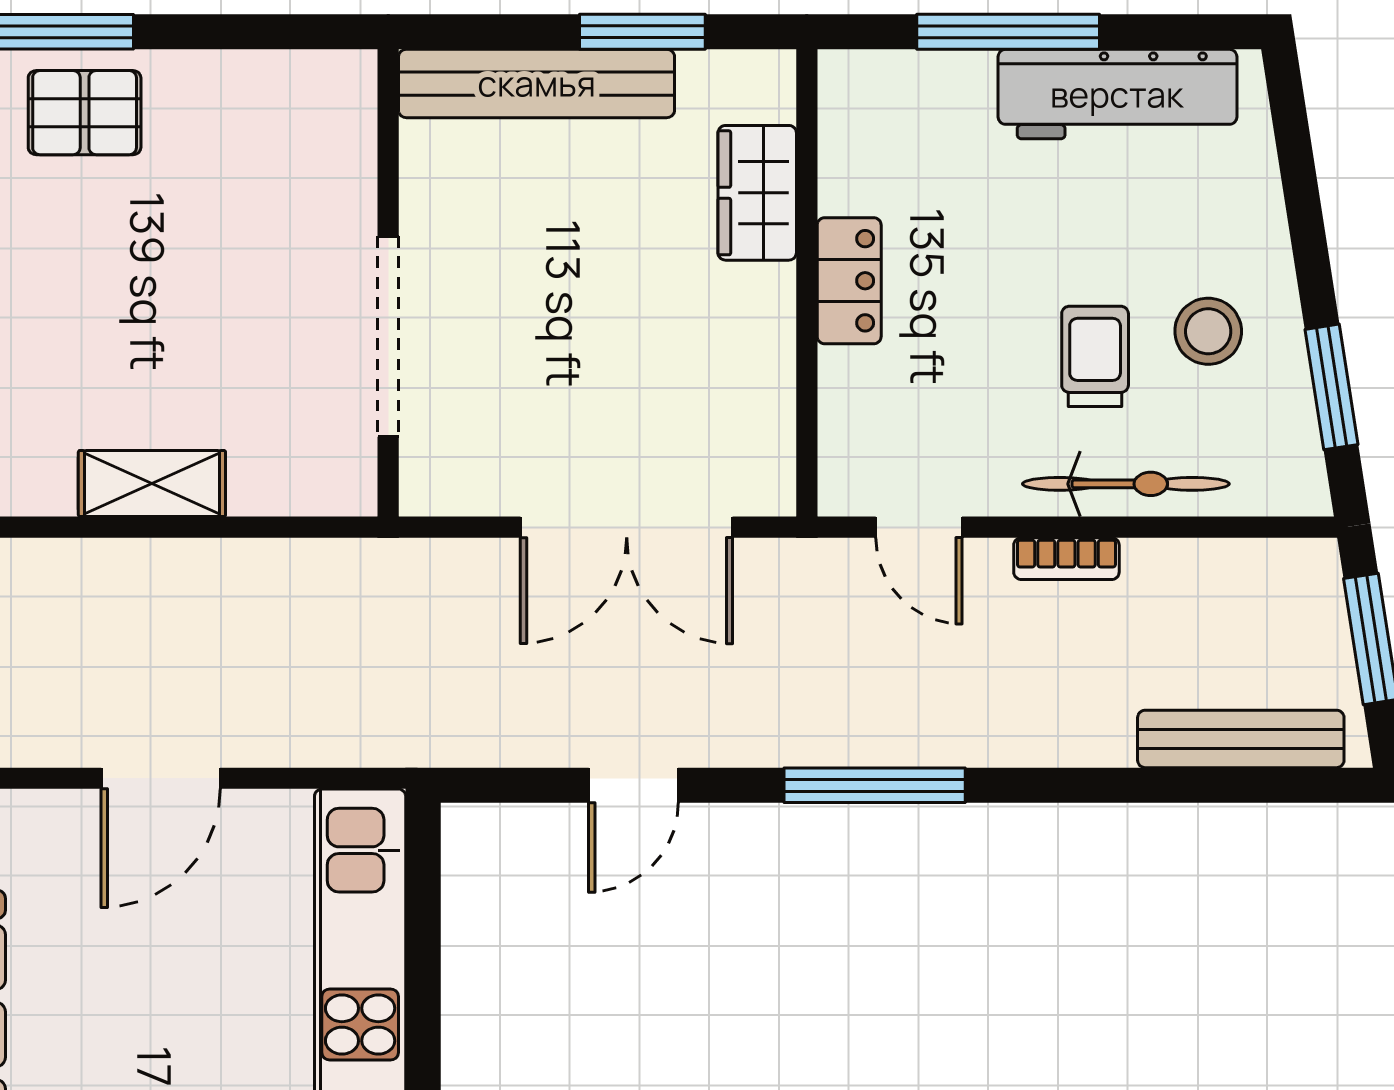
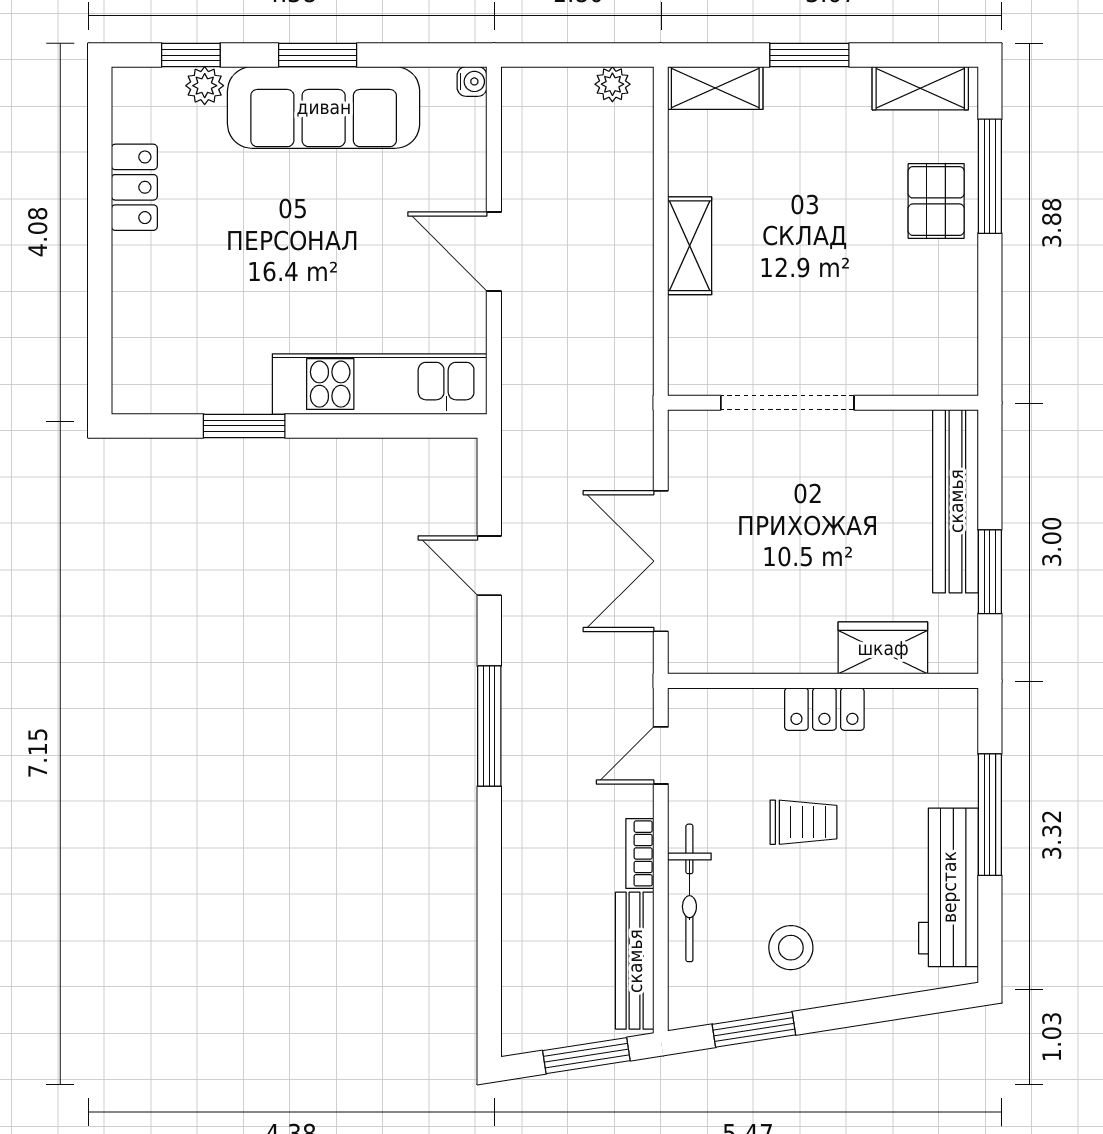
trolley: (1095, 356) -> (803, 822), moved
bench: (1241, 739) -> (635, 961), moved

